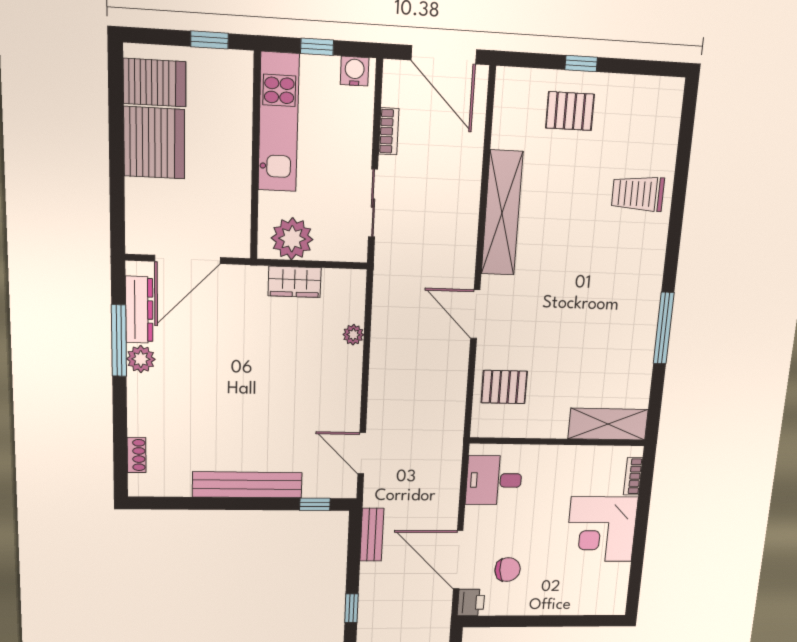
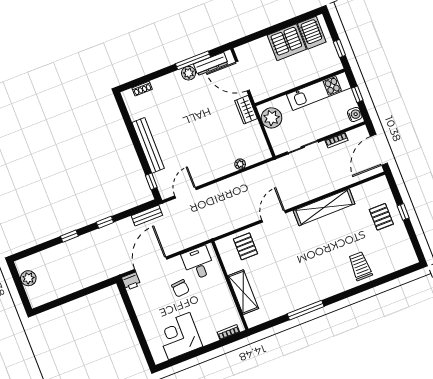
wardrobe: (295, 282) -> (246, 110), moved
shelving: (608, 424) -> (243, 292), moved
corner desk: (602, 529) -> (179, 336), moved
chair: (508, 570) -> (180, 288), moved

